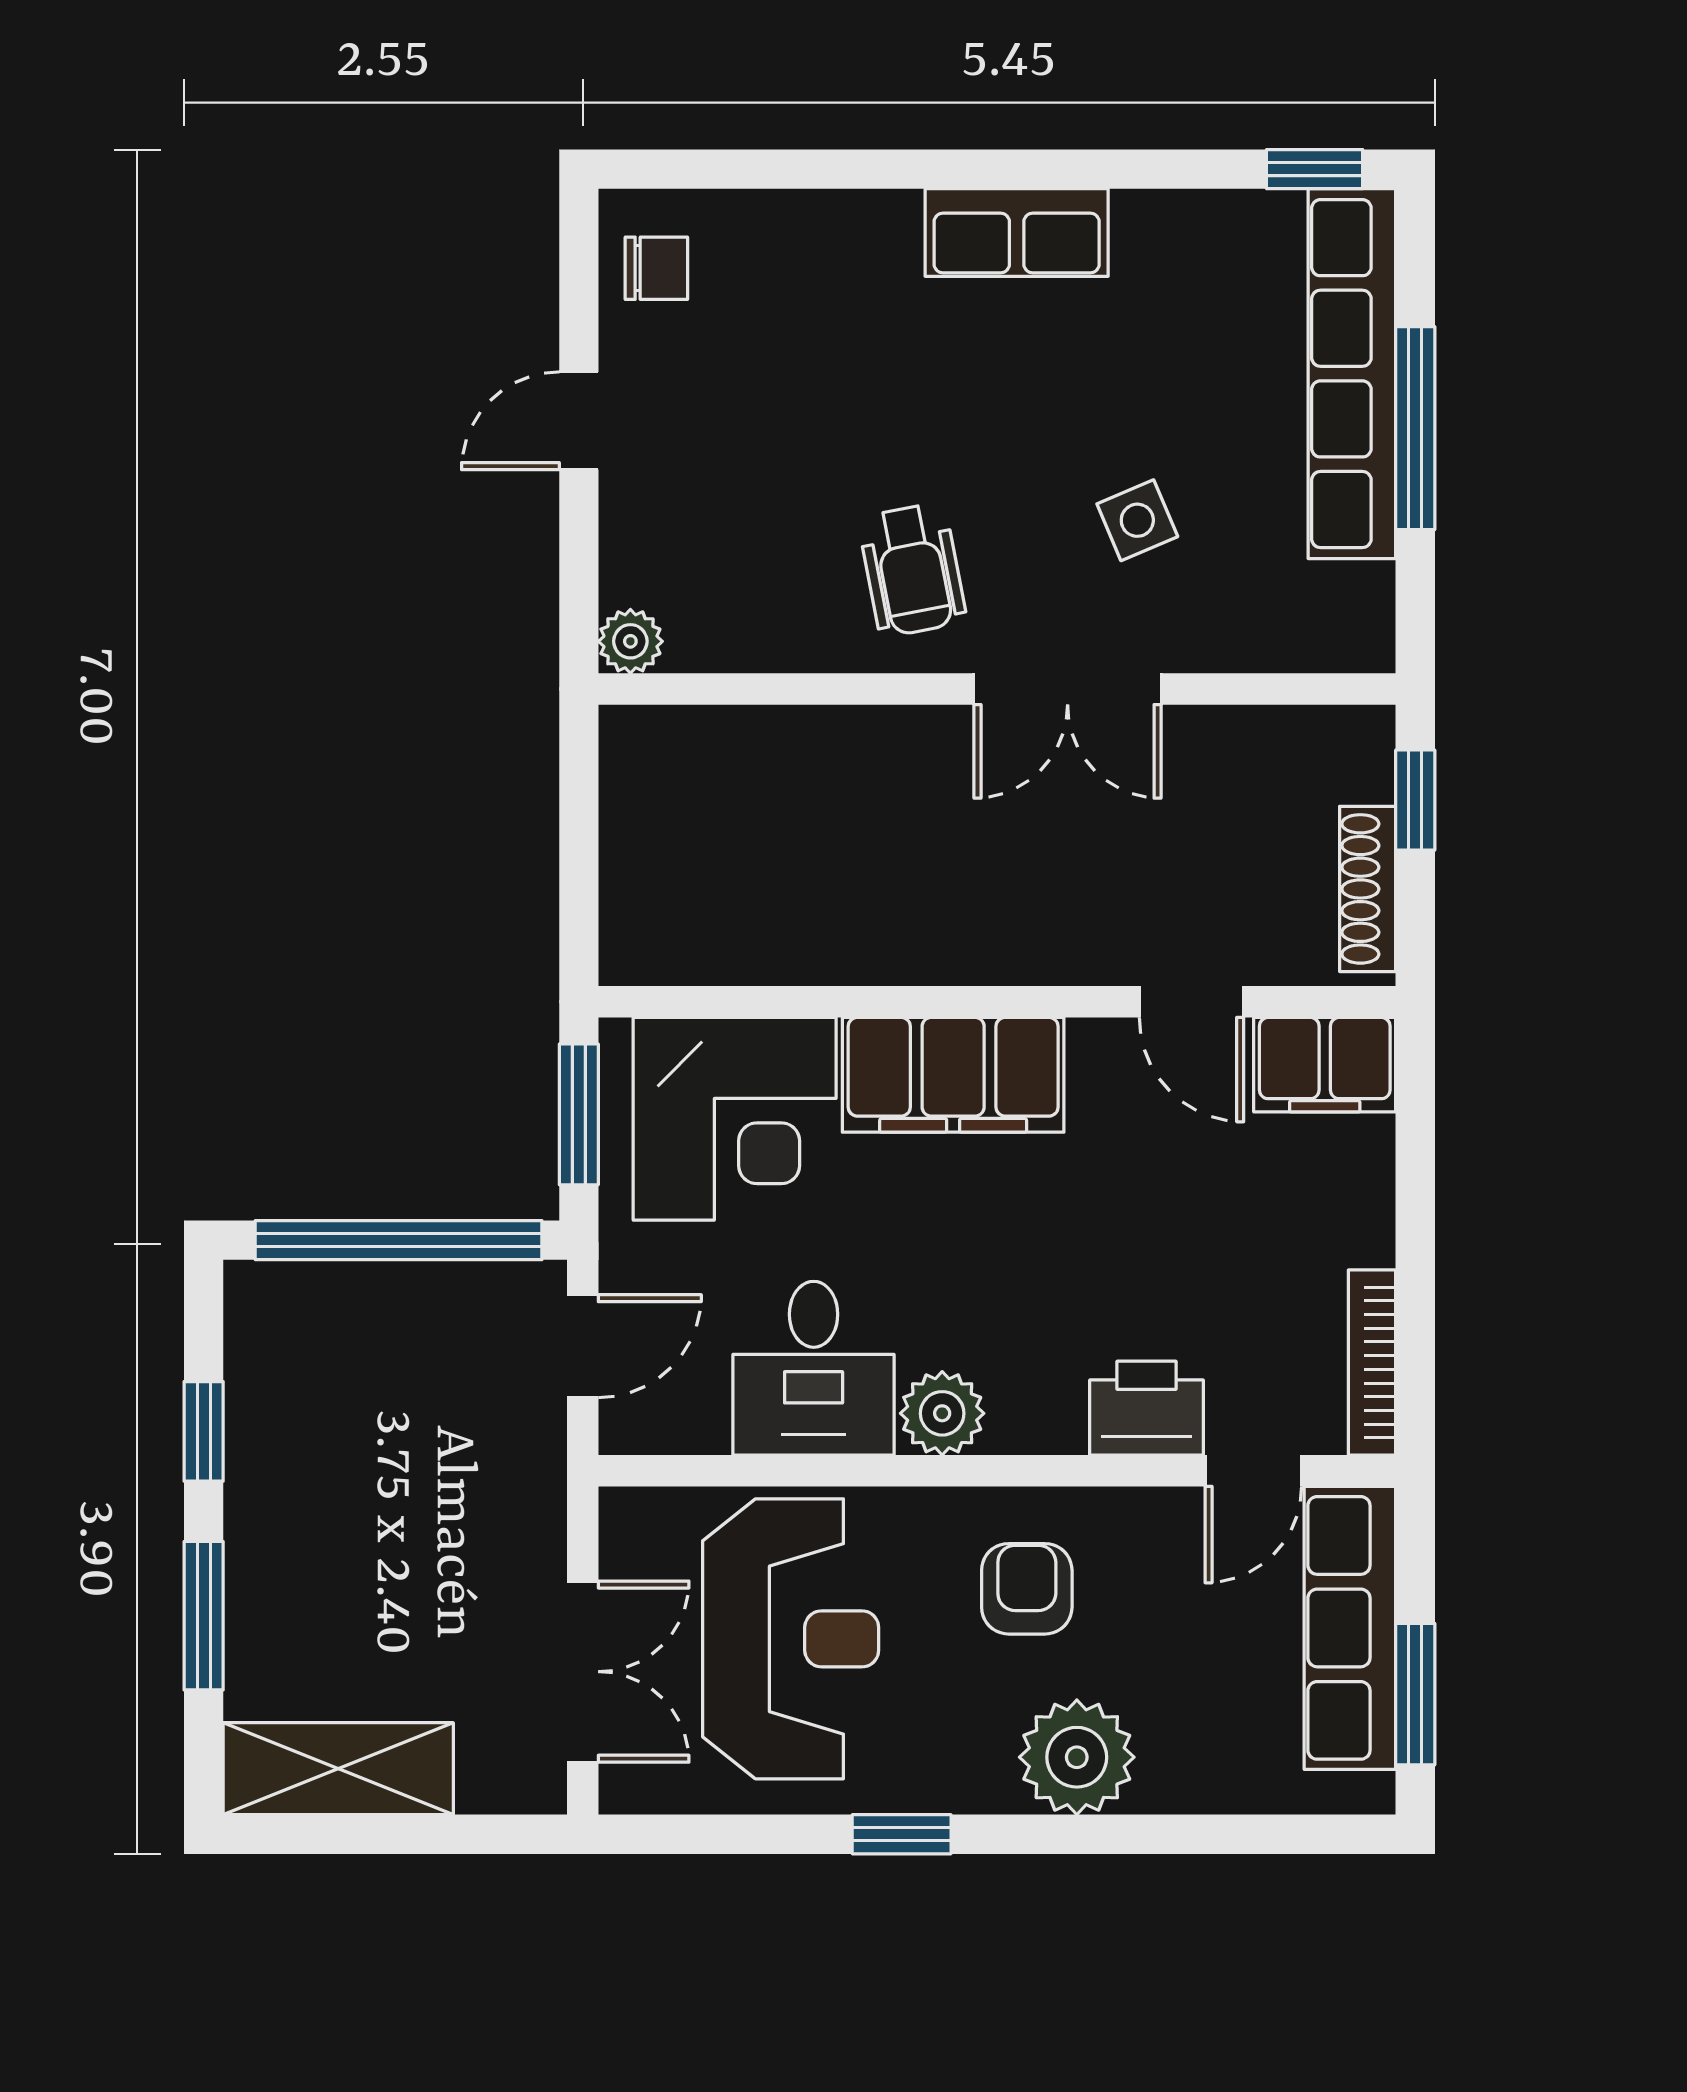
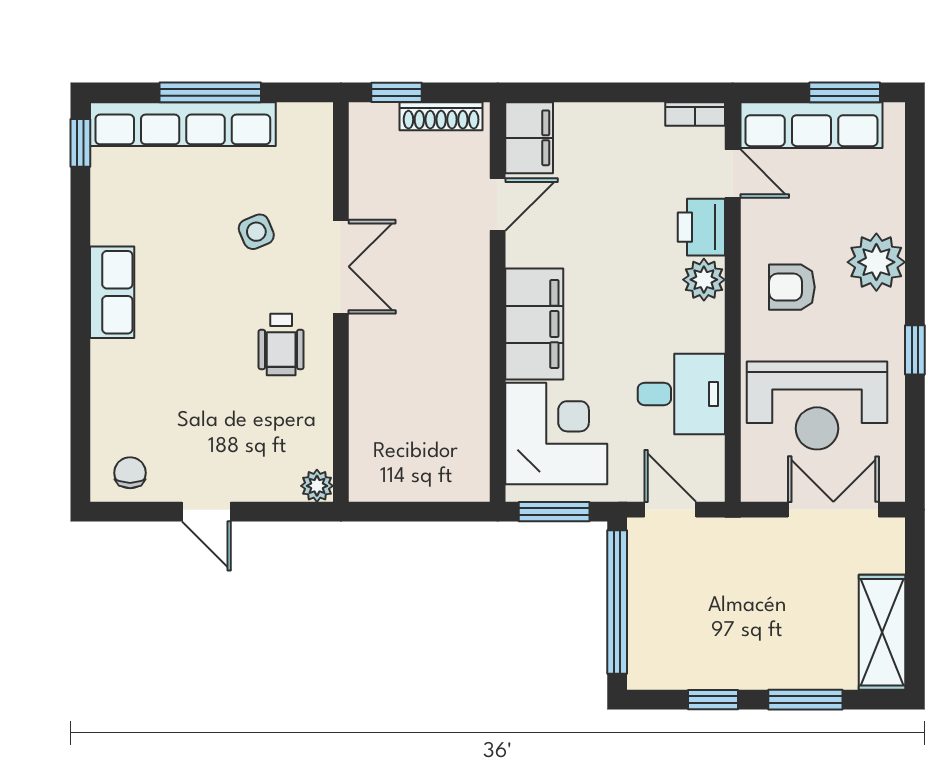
wheelchair: (912, 570) -> (281, 345), turned 101
bookcase: (1372, 1363) -> (695, 114), width x0.64
plant: (942, 1413) -> (704, 280), moved
reception desk: (791, 1639) -> (817, 405), turned 180

